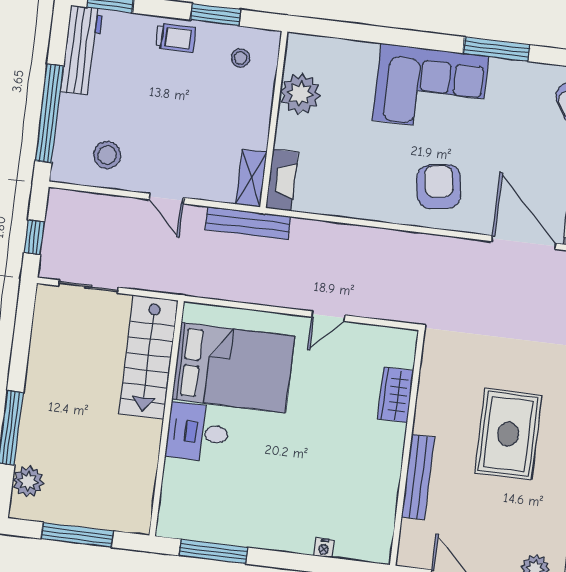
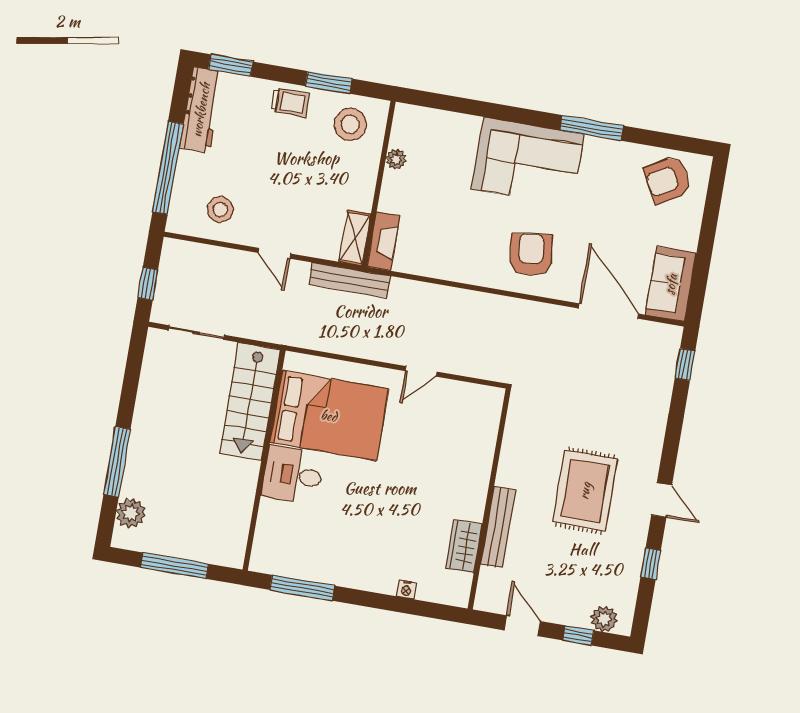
stool: (240, 58) -> (350, 124), width x1.89, depth x1.89
plant: (300, 94) -> (396, 159), width x0.53, depth x0.53
wardrobe: (396, 395) -> (464, 546), moved

